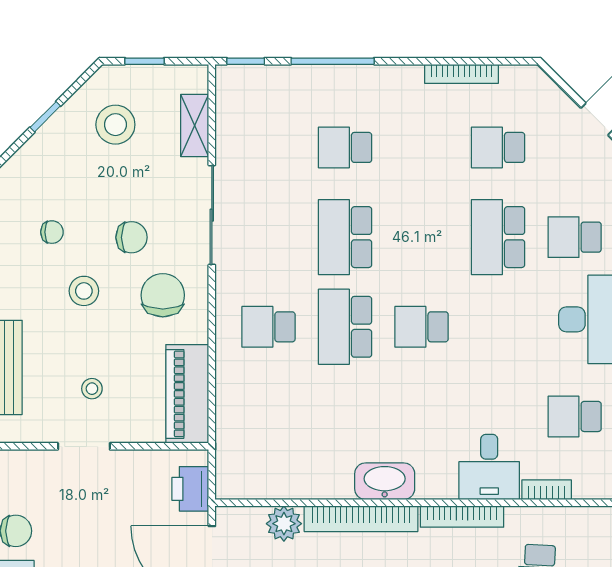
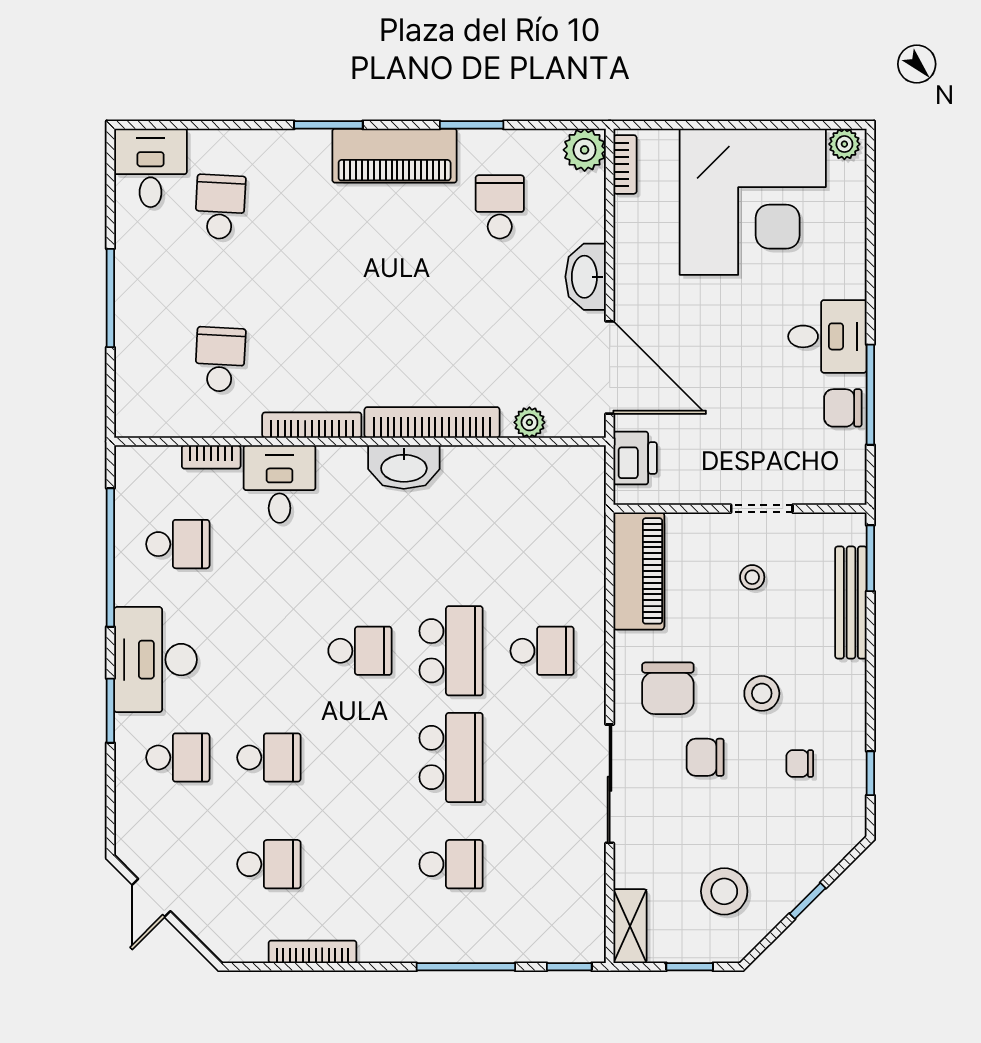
shelving: (195, 126) -> (630, 926), moved
school desk: (498, 237) -> (269, 757), width x0.54
plant: (284, 524) -> (529, 422), width x0.73, depth x0.73

